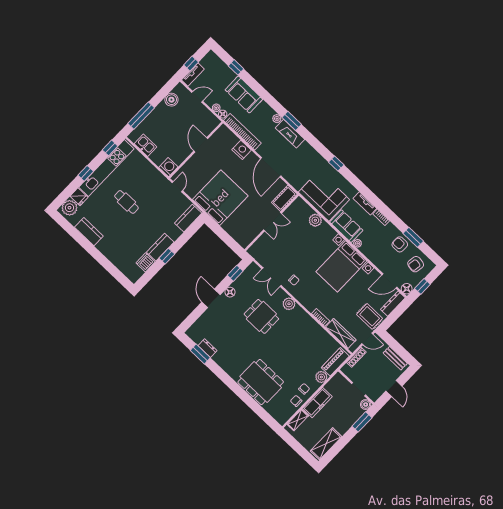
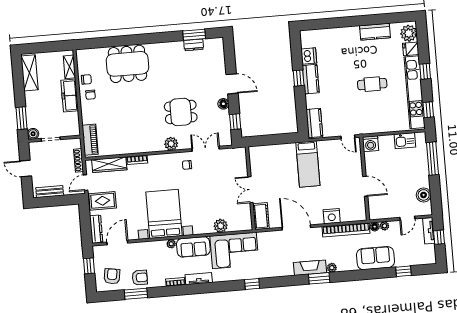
bed: (220, 198) -> (308, 164), width x0.49
floor lamp: (407, 289) -> (98, 251), removed
plant: (321, 377) -> (88, 117), removed

